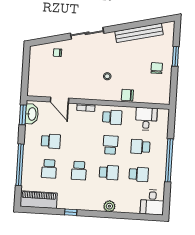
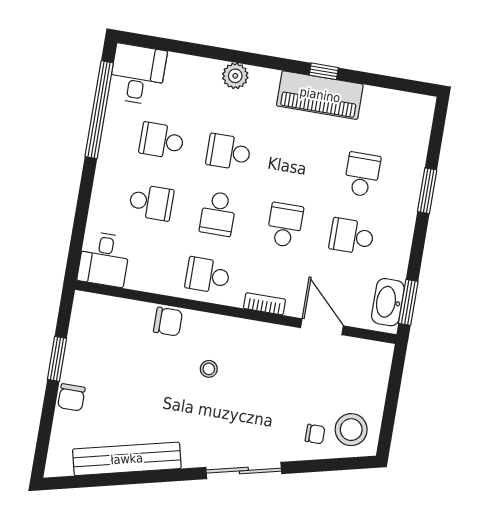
stool: (42, 56) -> (351, 430), added
window: (175, 56) -> (57, 359), moved
chair: (157, 68) -> (71, 397), moved
desk: (146, 119) -> (104, 259), moved
window: (169, 160) -> (99, 110), moved
window: (20, 165) -> (427, 191), width x0.47
school desk: (79, 171) -> (285, 225), moved
piano: (39, 200) -> (320, 95), moved

